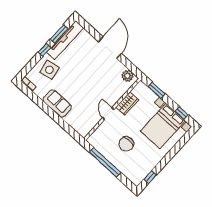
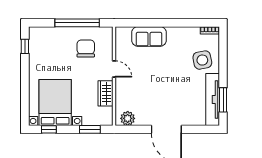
window: (45, 50) -> (223, 74), removed
sofa: (57, 103) -> (149, 36), moved
chair: (126, 144) -> (86, 49), moved

